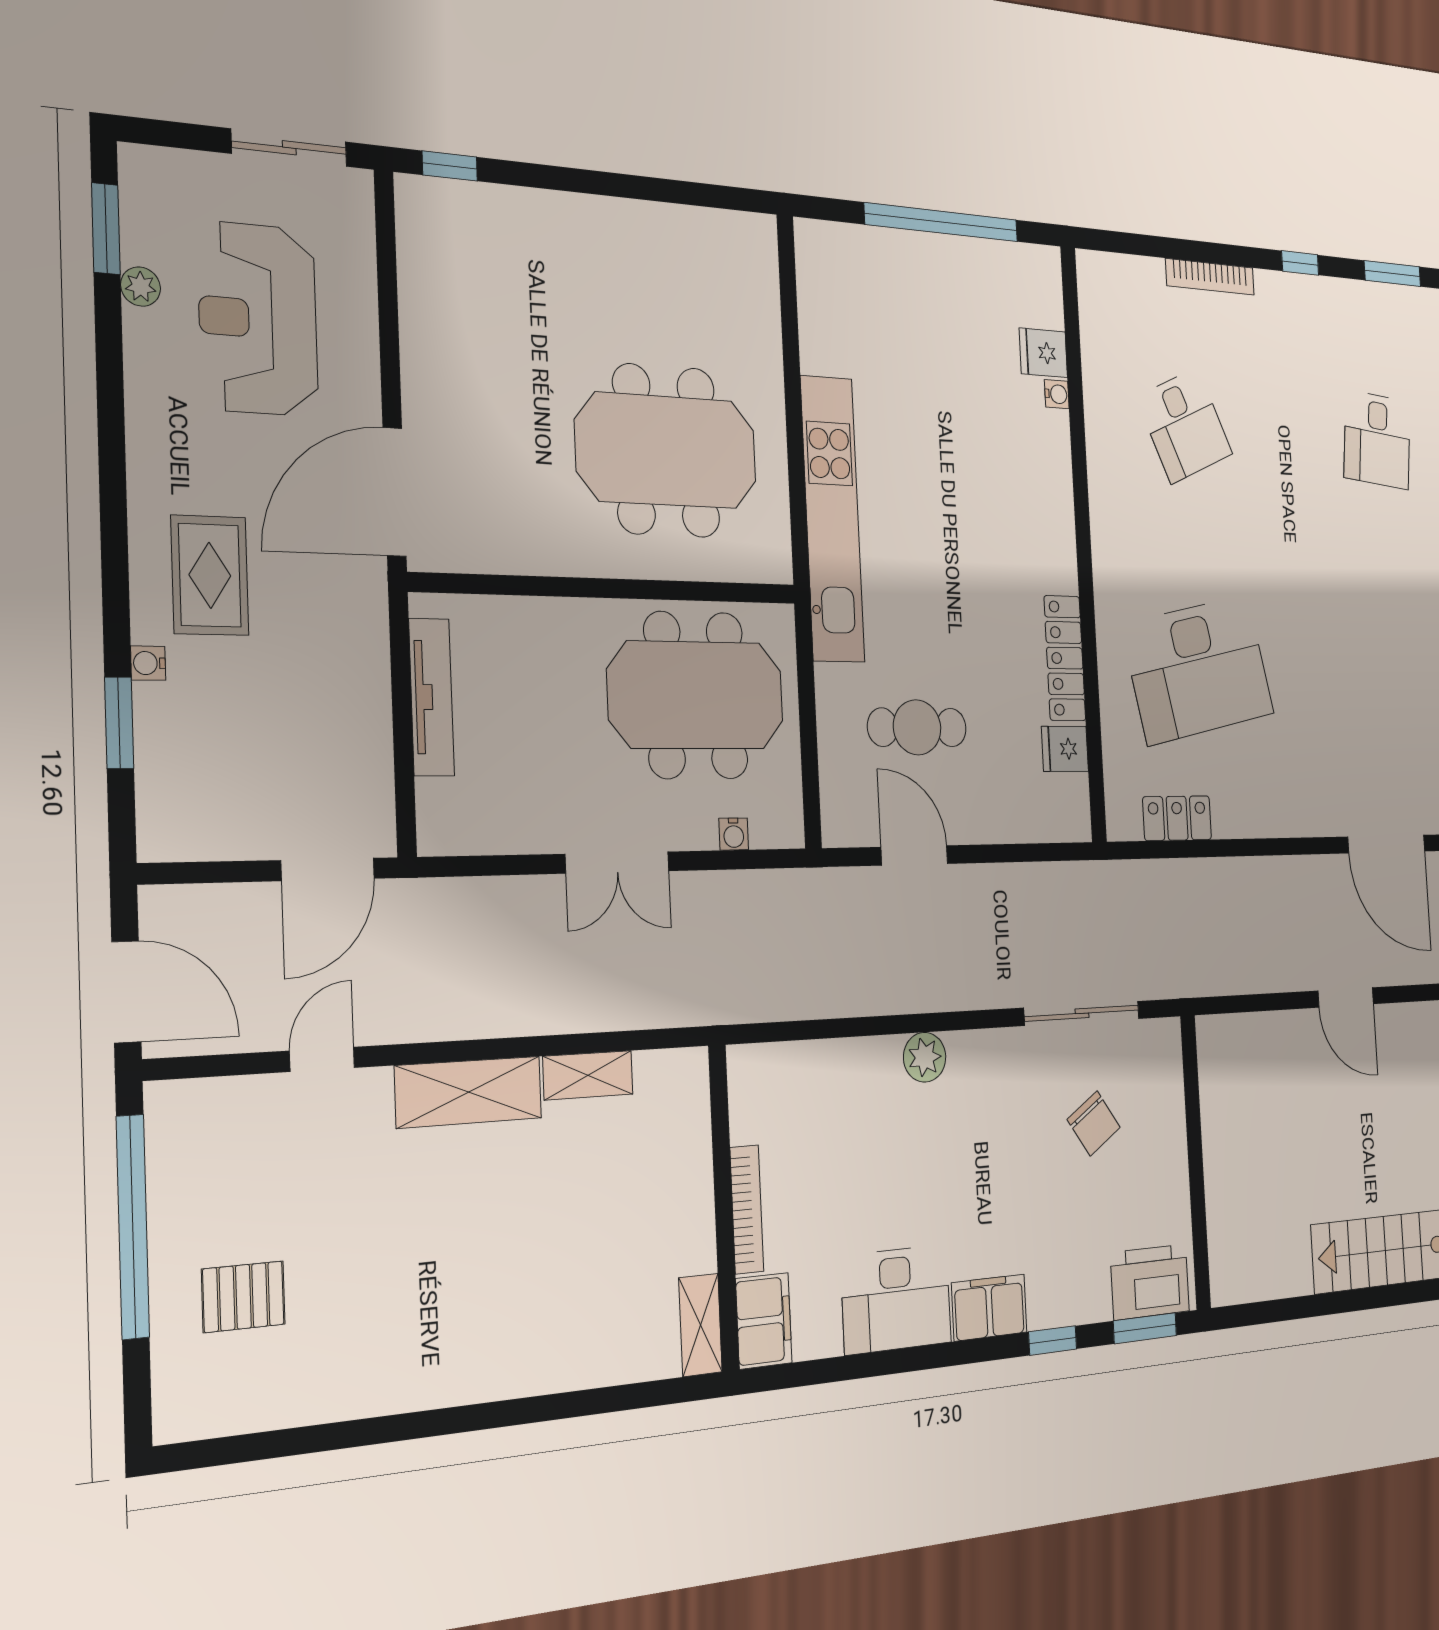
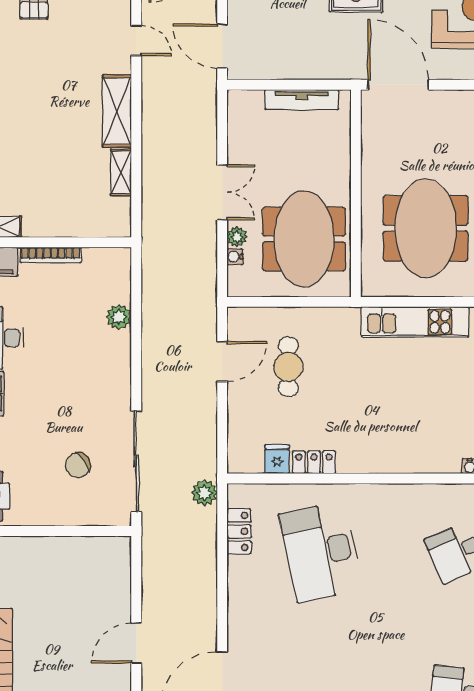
kitchen unit: (832, 519) -> (415, 322), width x0.73
locker: (1065, 658) -> (314, 462), width x0.66
plant: (698, 831) -> (237, 237), added
double door: (617, 863) -> (222, 192), swing flipped
plant: (1123, 883) -> (204, 493), added
sliding door: (1082, 1013) -> (136, 461), width x1.36
plant: (925, 1057) -> (119, 317), moved

